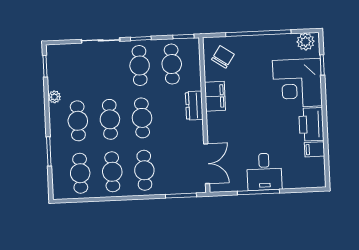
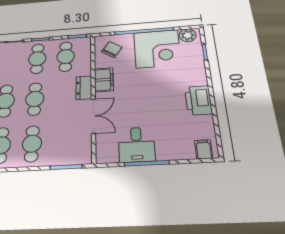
corner desk: (297, 83) -> (157, 49), moved, turned -90
filing cabinet: (315, 149) -> (204, 149), moved, turned 90
double door: (207, 164) -> (93, 116), moved
desk: (264, 172) -> (136, 145), moved

